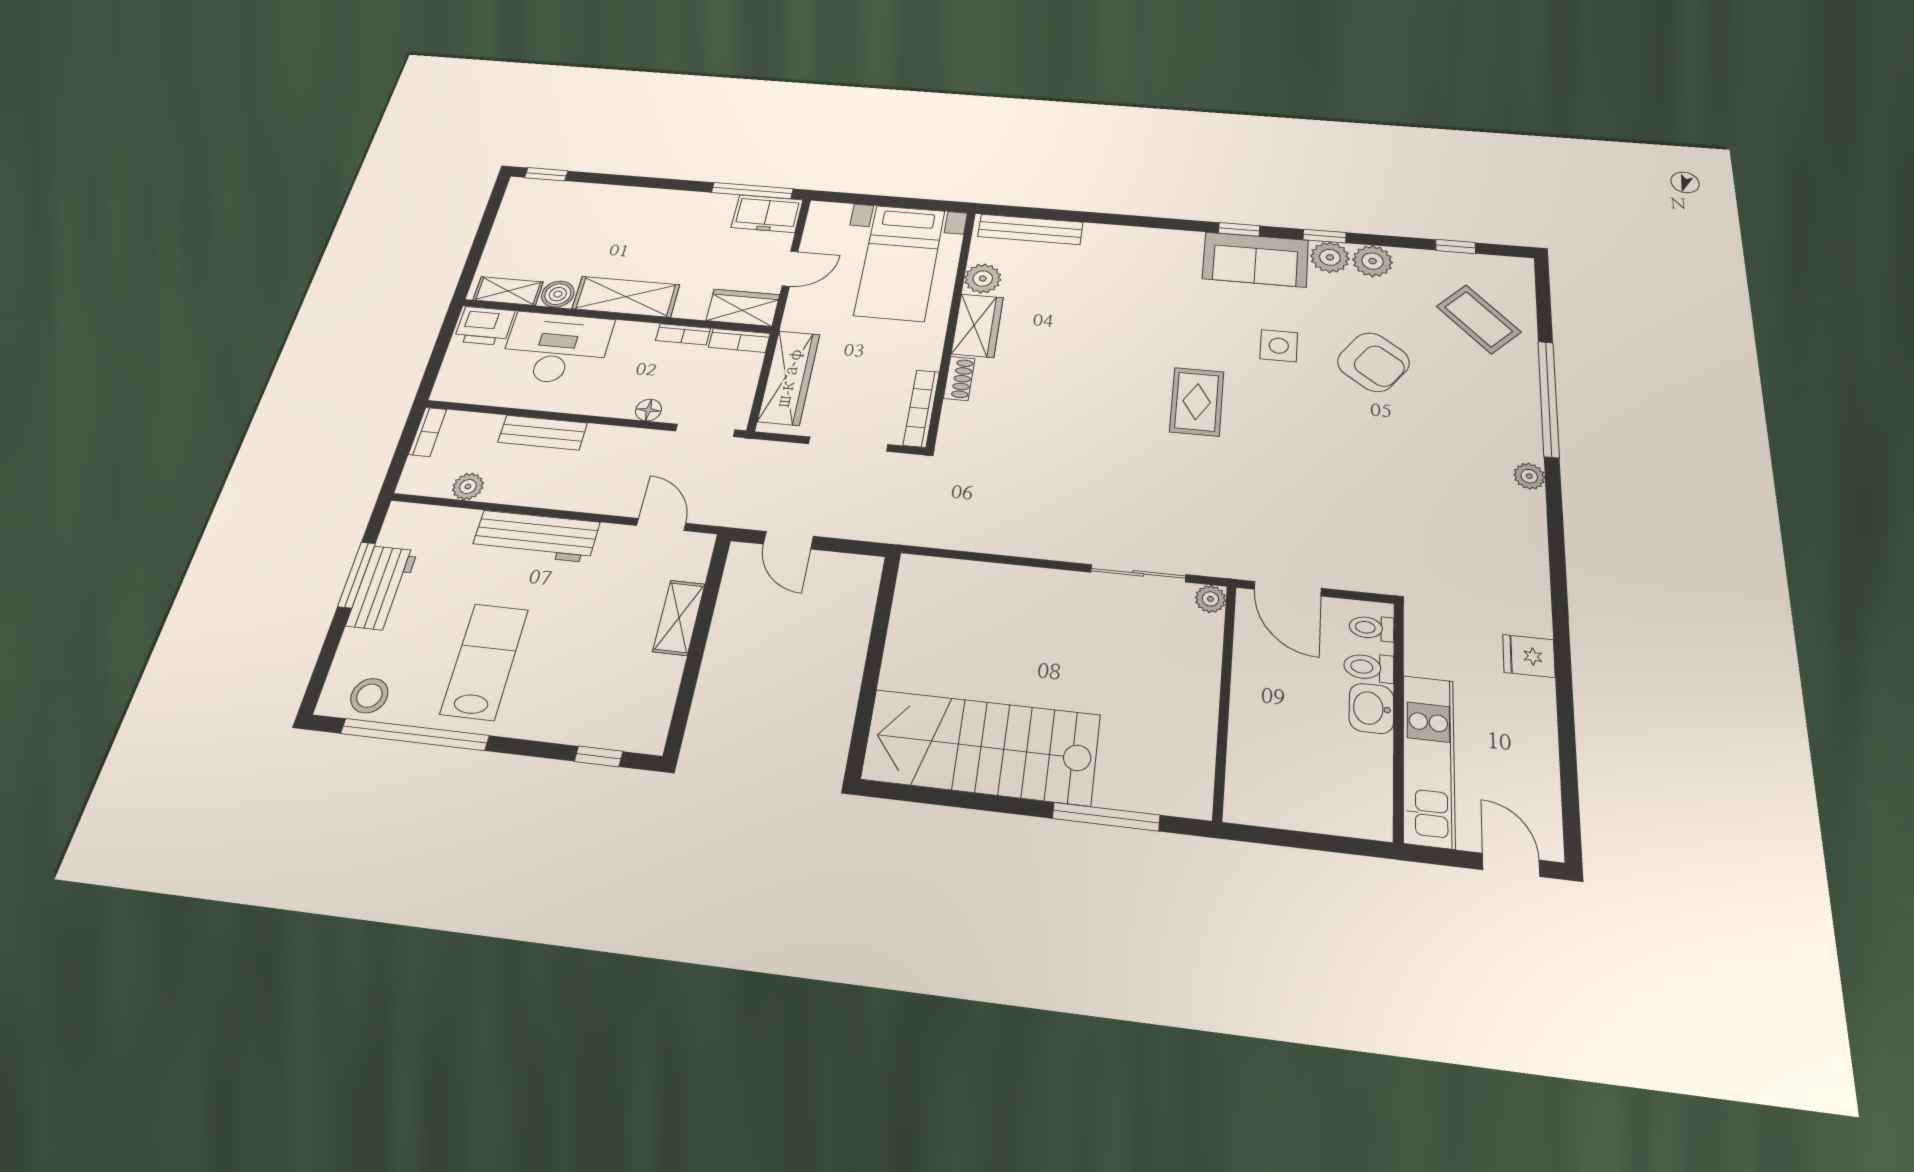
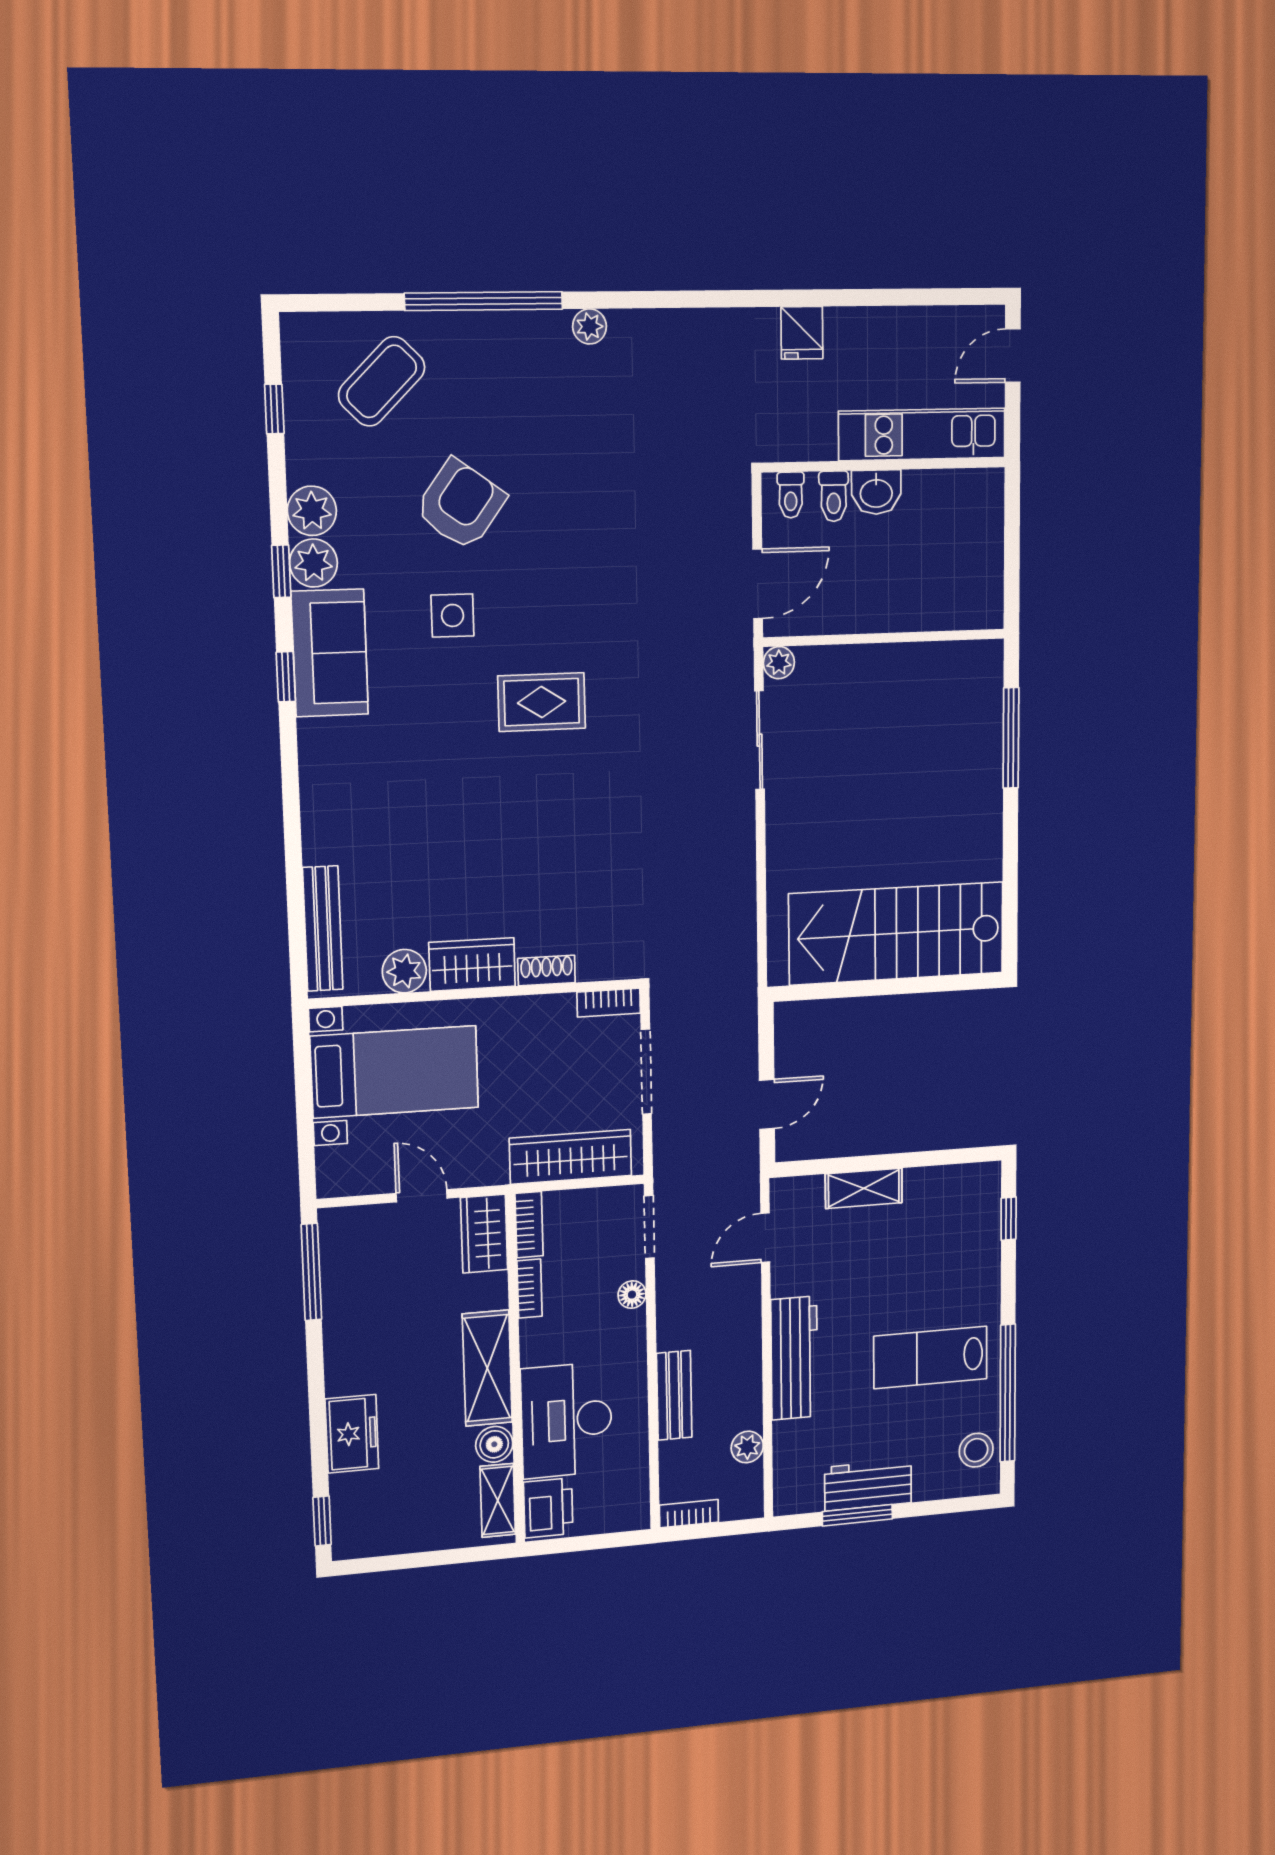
freezer: (767, 214) -> (352, 1434), moved
bookcase: (921, 408) -> (609, 1003), width x0.64
stairs: (981, 747) -> (897, 933), moved, turned 90

